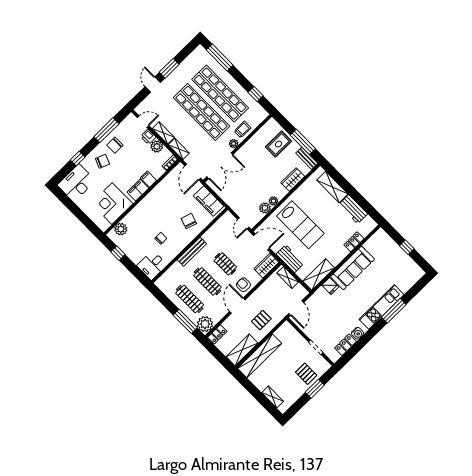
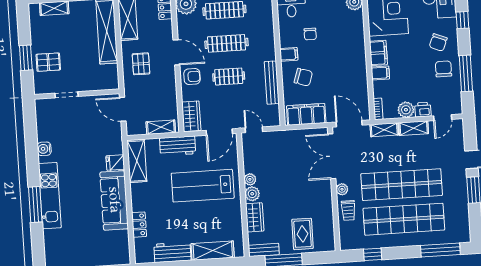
plant: (265, 208) -> (252, 194), moved
filing cabinet: (183, 240) -> (289, 54), added
bench: (192, 252) -> (272, 83), moved
locker: (345, 345) -> (43, 127), removed

